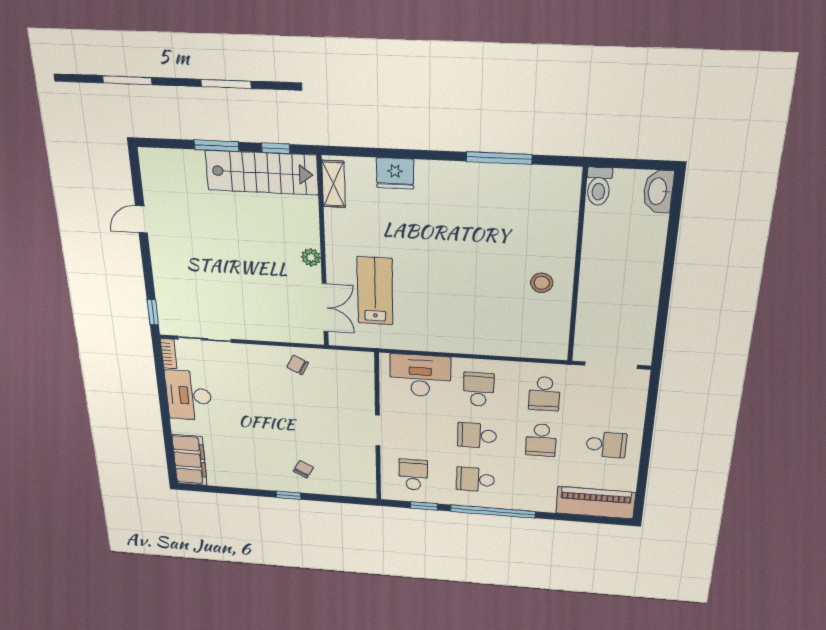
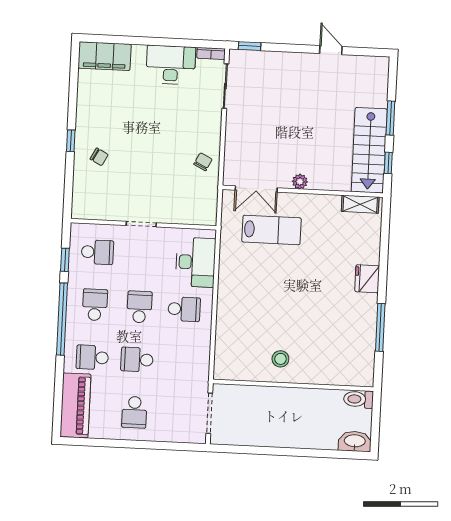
fridge: (395, 173) -> (367, 279), moved
school desk: (544, 394) -> (92, 357), moved

